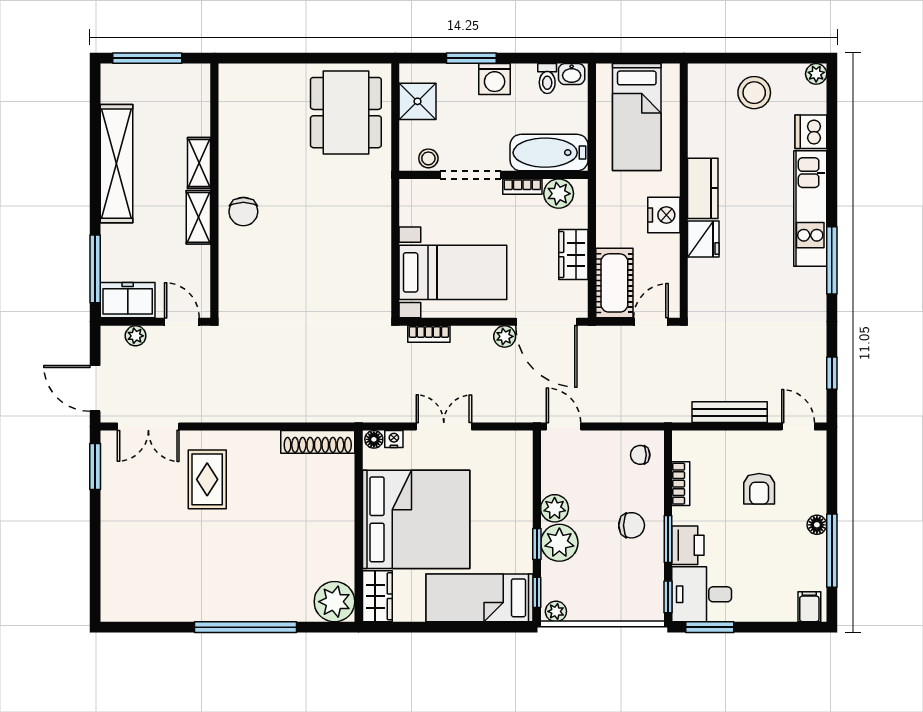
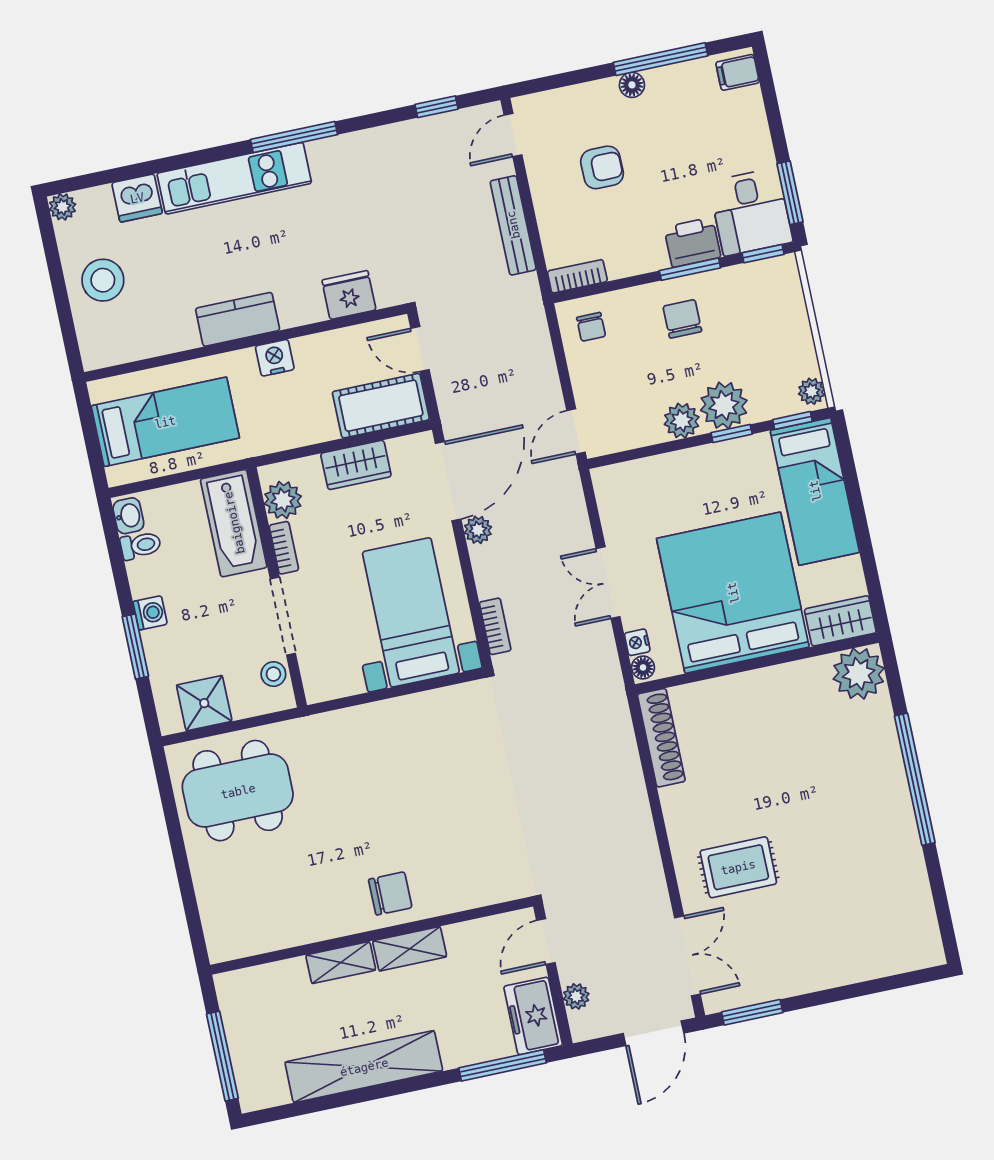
washing machine: (495, 79) -> (150, 613), width x0.73, depth x0.73
nightstand: (664, 215) -> (275, 358), width x0.74, depth x0.75
fridge: (703, 239) -> (349, 295), moved
bookcase: (681, 484) -> (577, 276), moved

